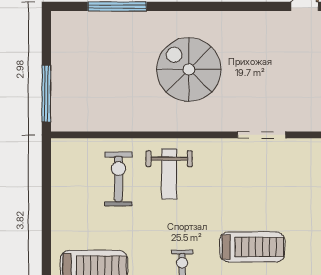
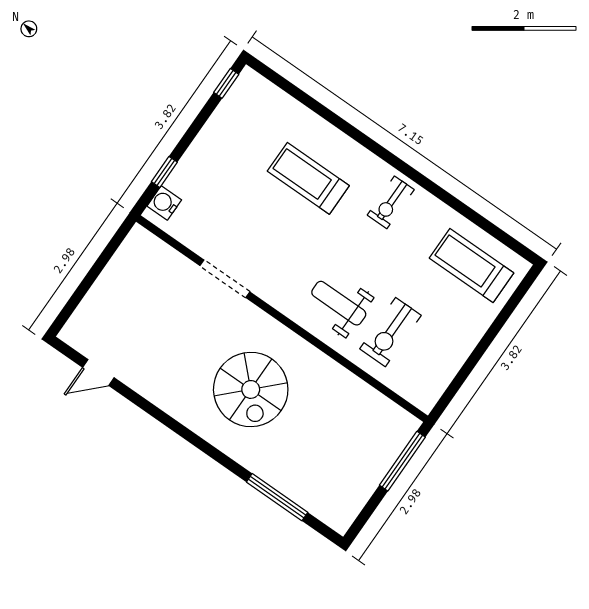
weight bench: (169, 174) -> (339, 303), turned -90

